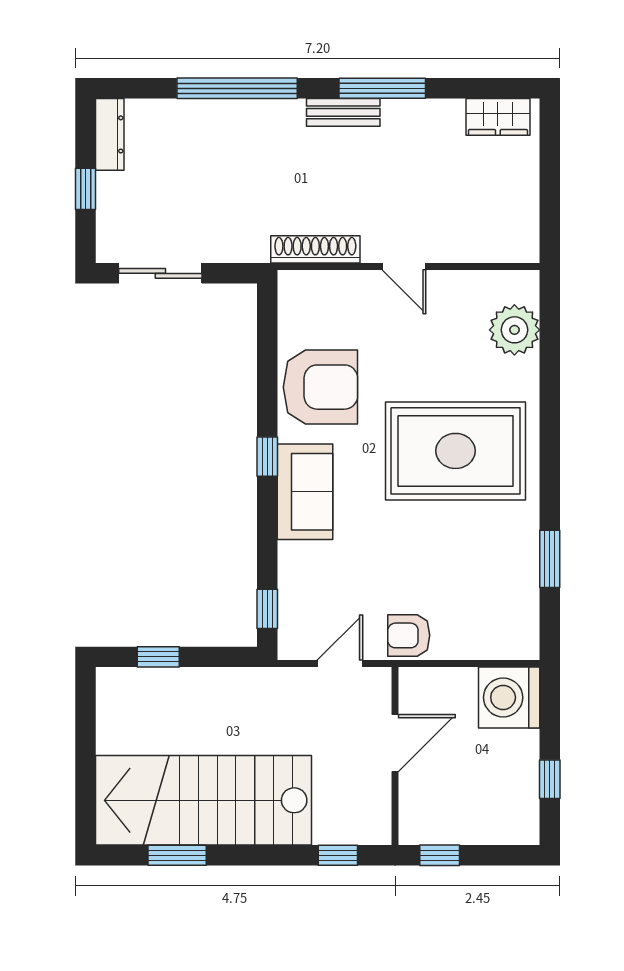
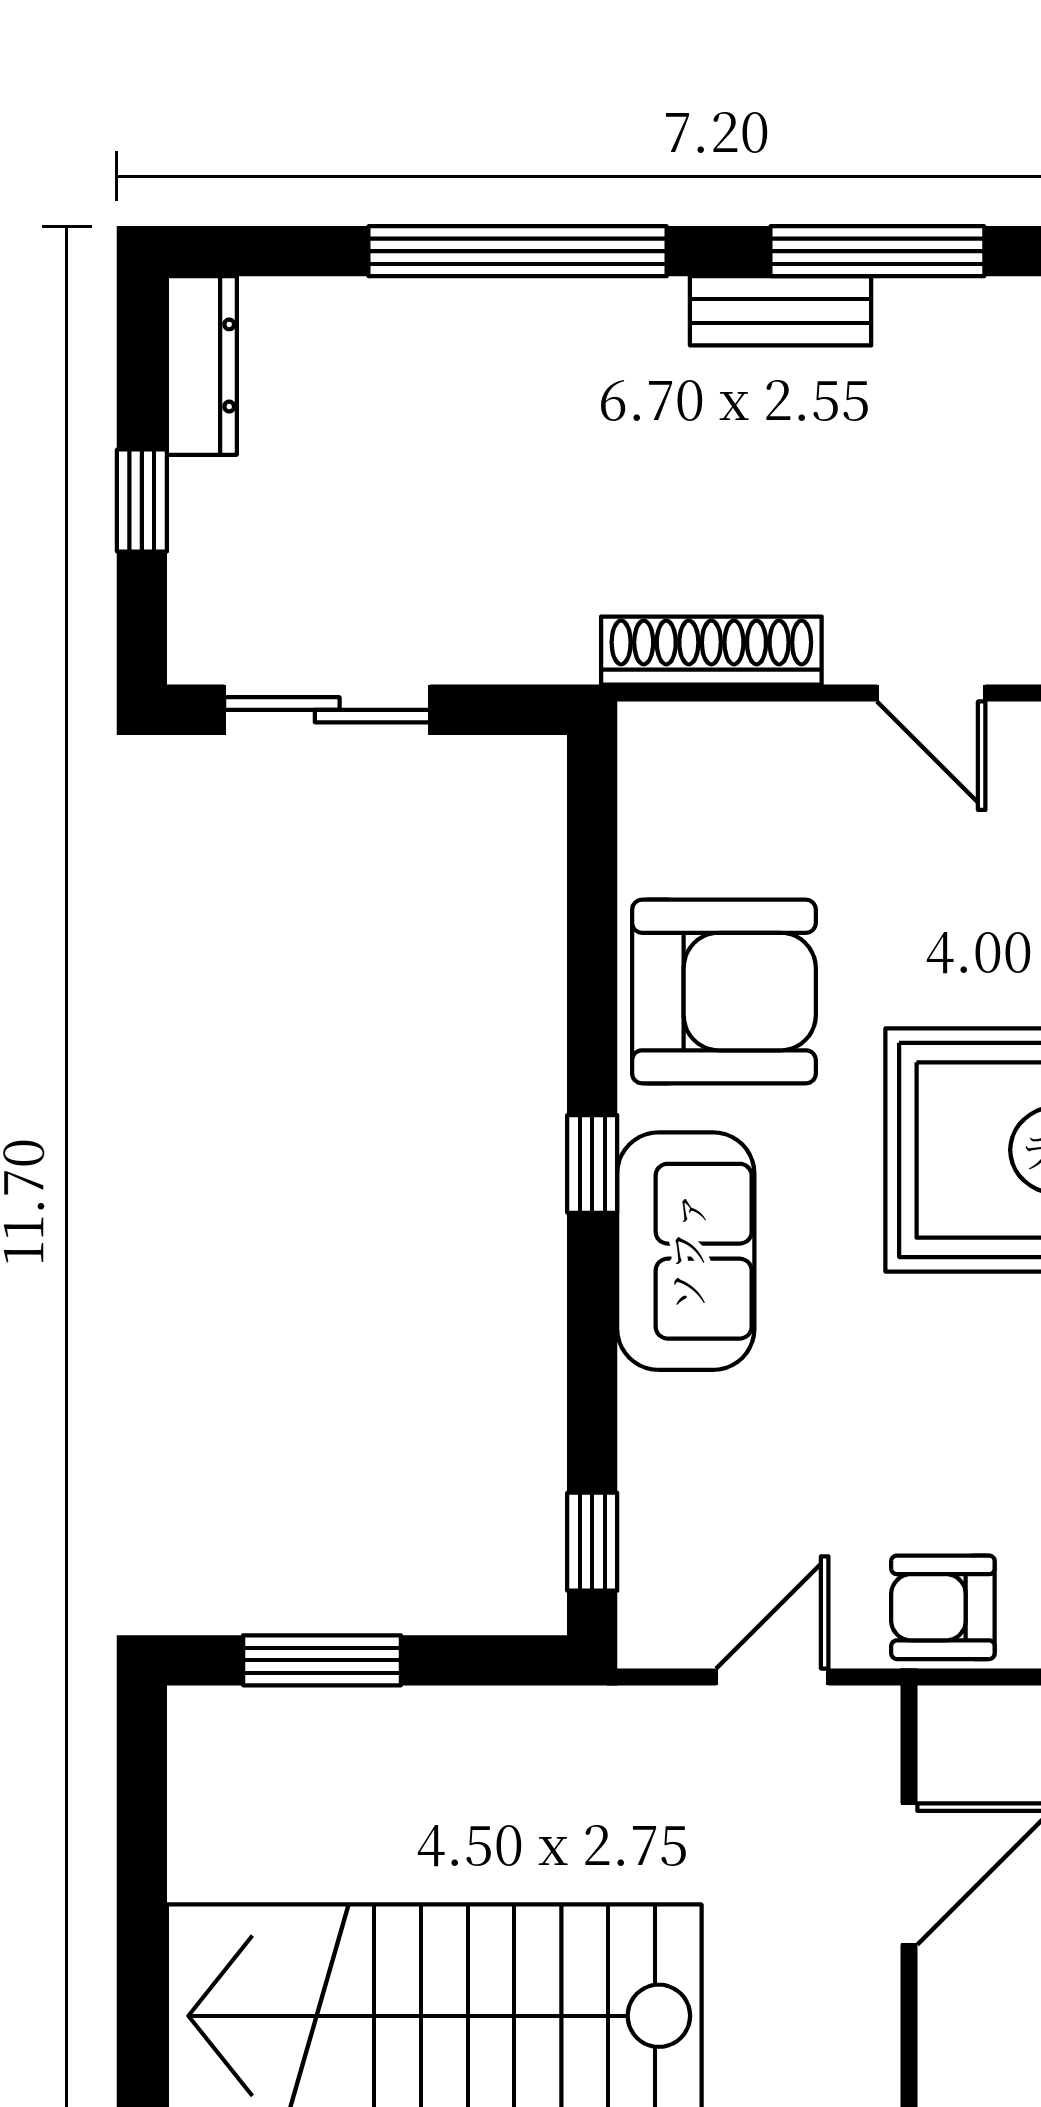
window: (158, 657) -> (322, 1660), width x1.50

